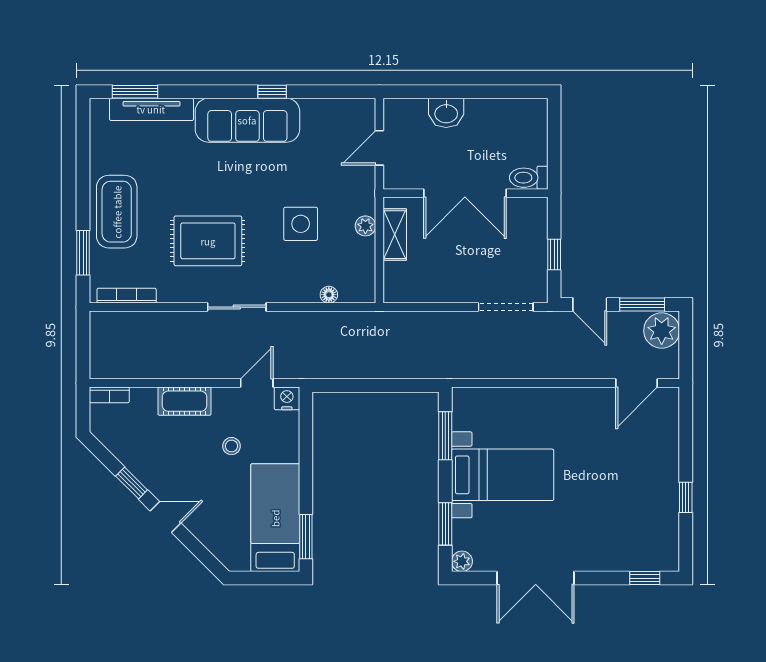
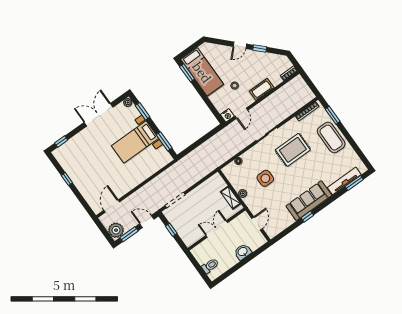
toilet: (529, 178) -> (210, 266), moved
double door: (465, 193) -> (217, 229), width x0.73

